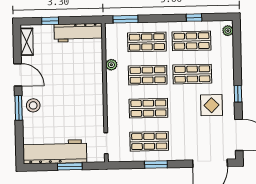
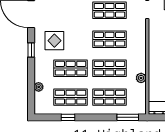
plant: (228, 31) -> (39, 87), moved

